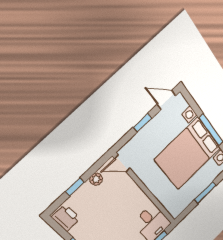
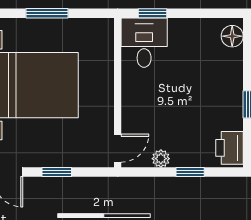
door: (122, 163) -> (118, 148), hinge flipped

